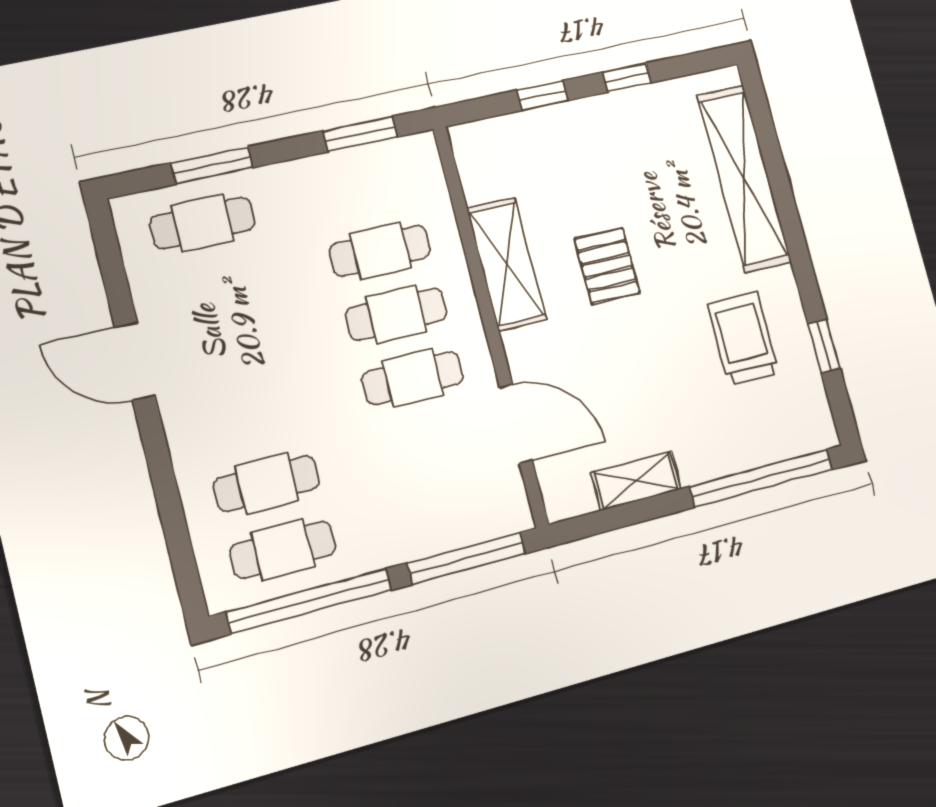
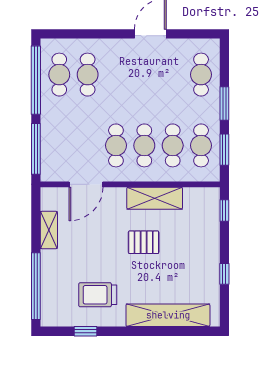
window: (543, 95) -> (224, 211), moved
window: (212, 165) -> (224, 103), moved
cafe table: (364, 188) -> (201, 145), added
trolley: (743, 339) -> (98, 295), turned 180

